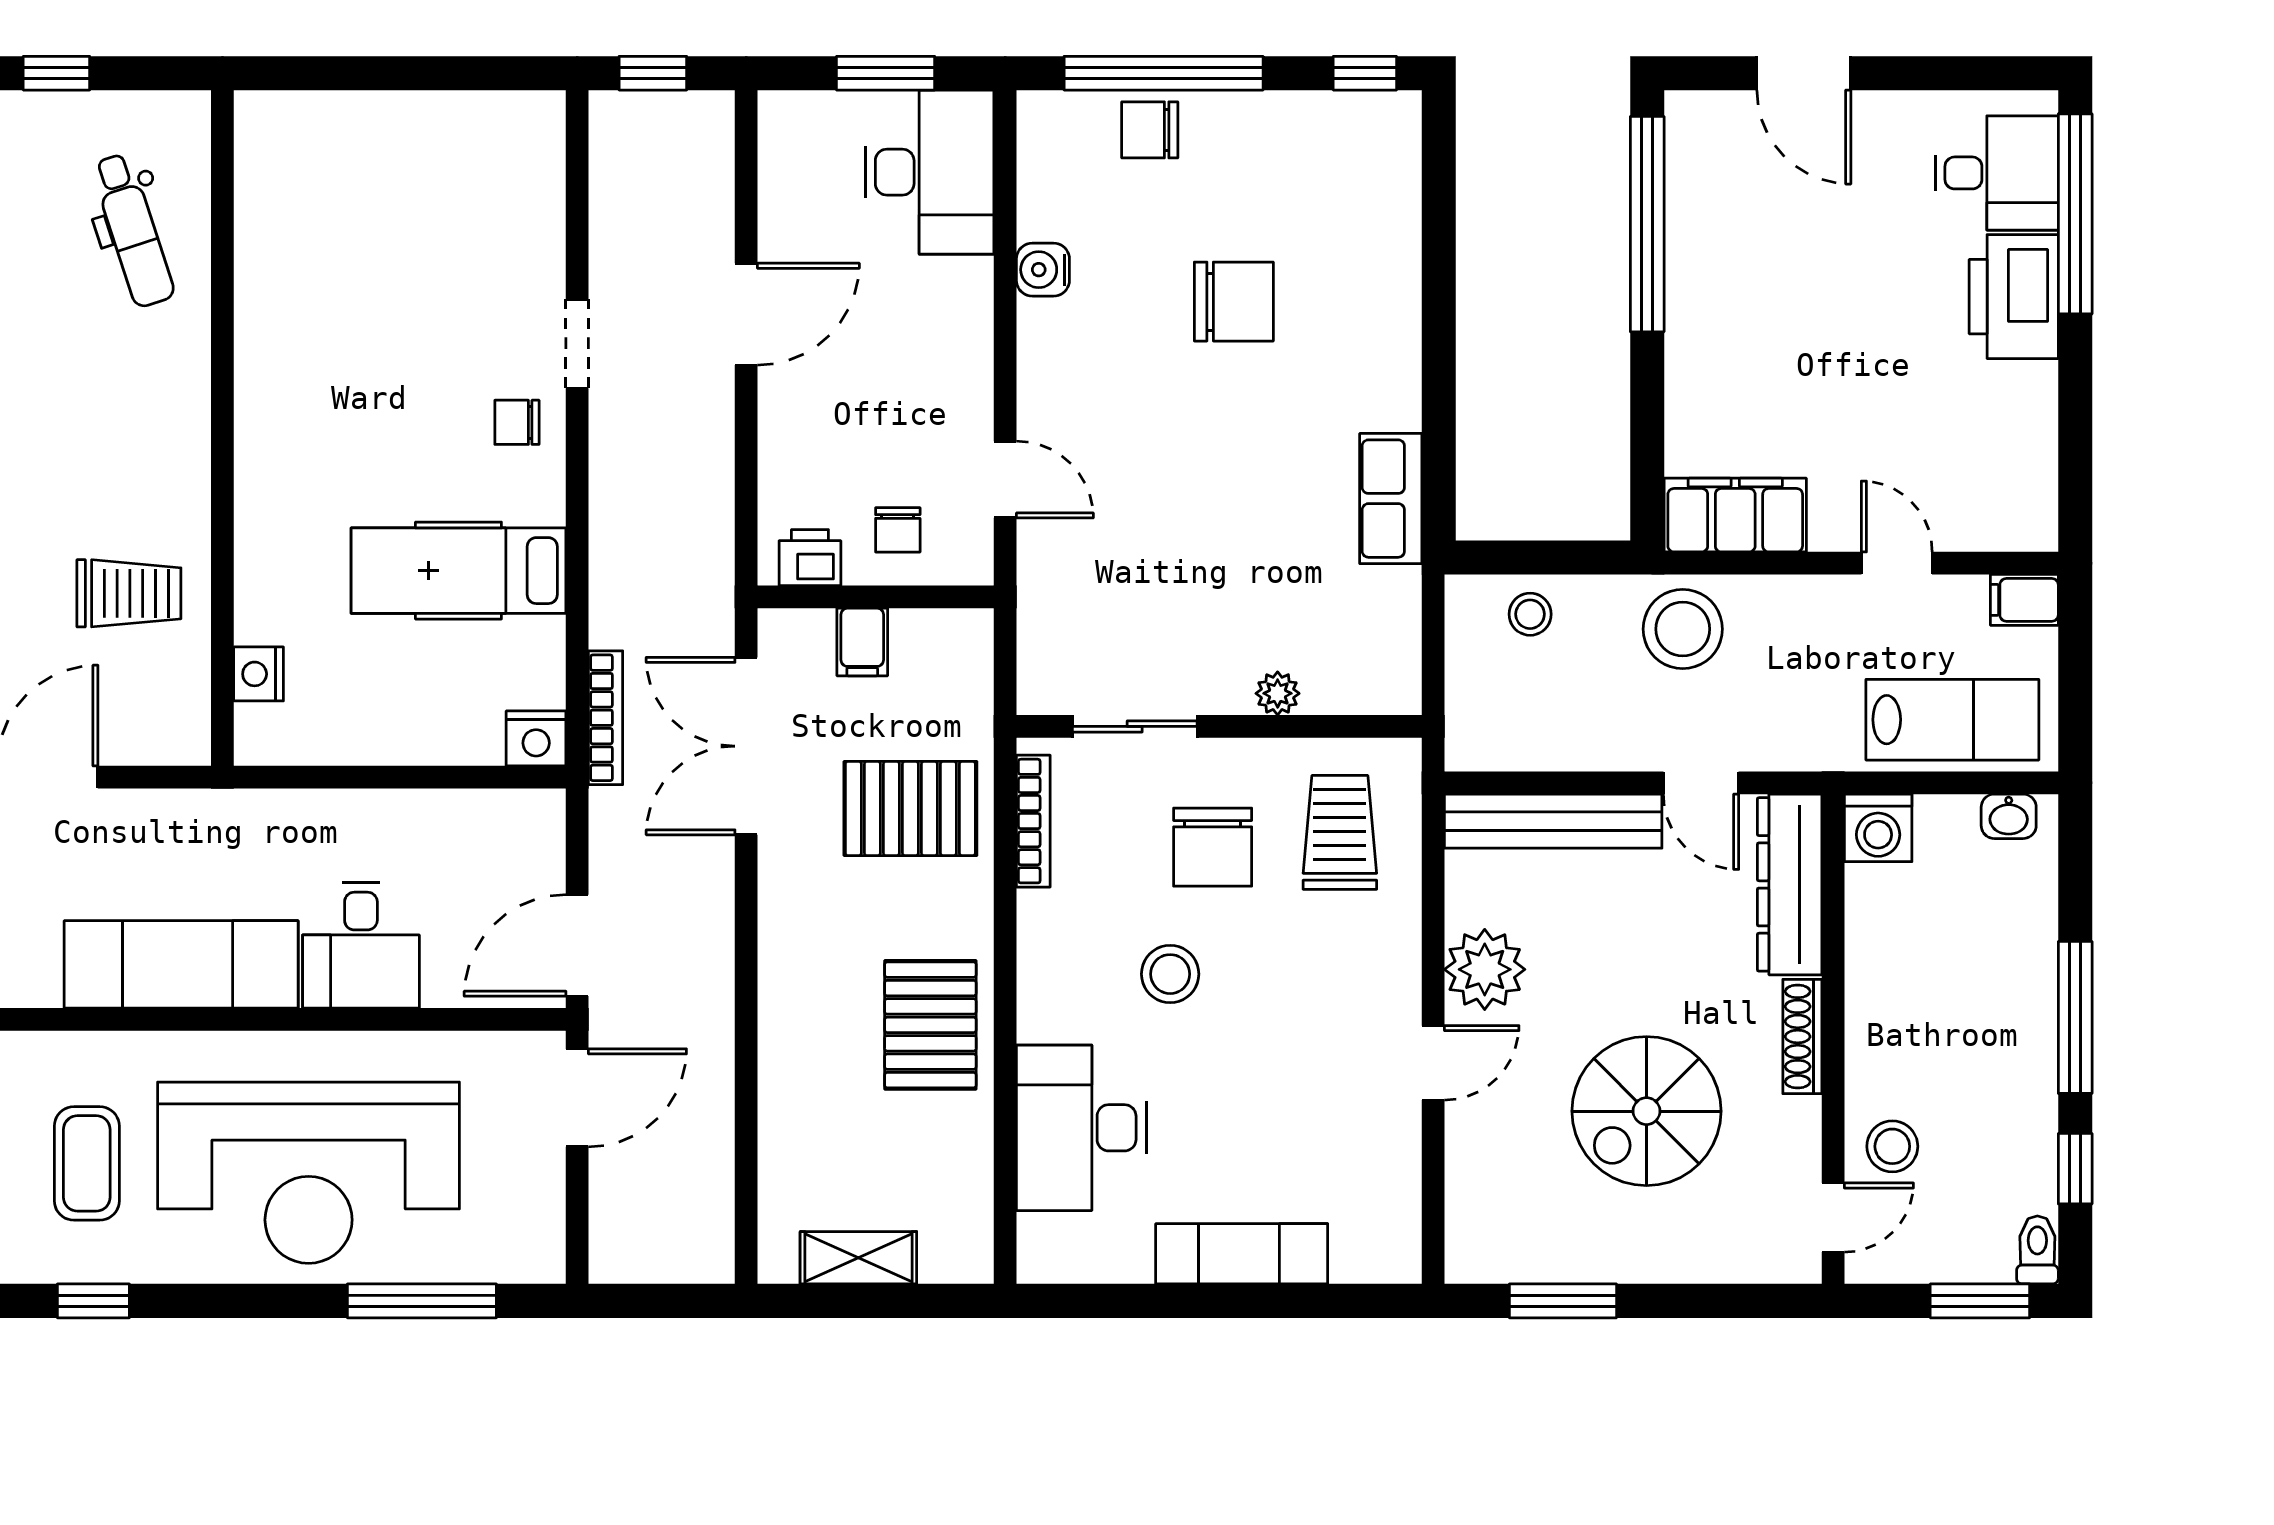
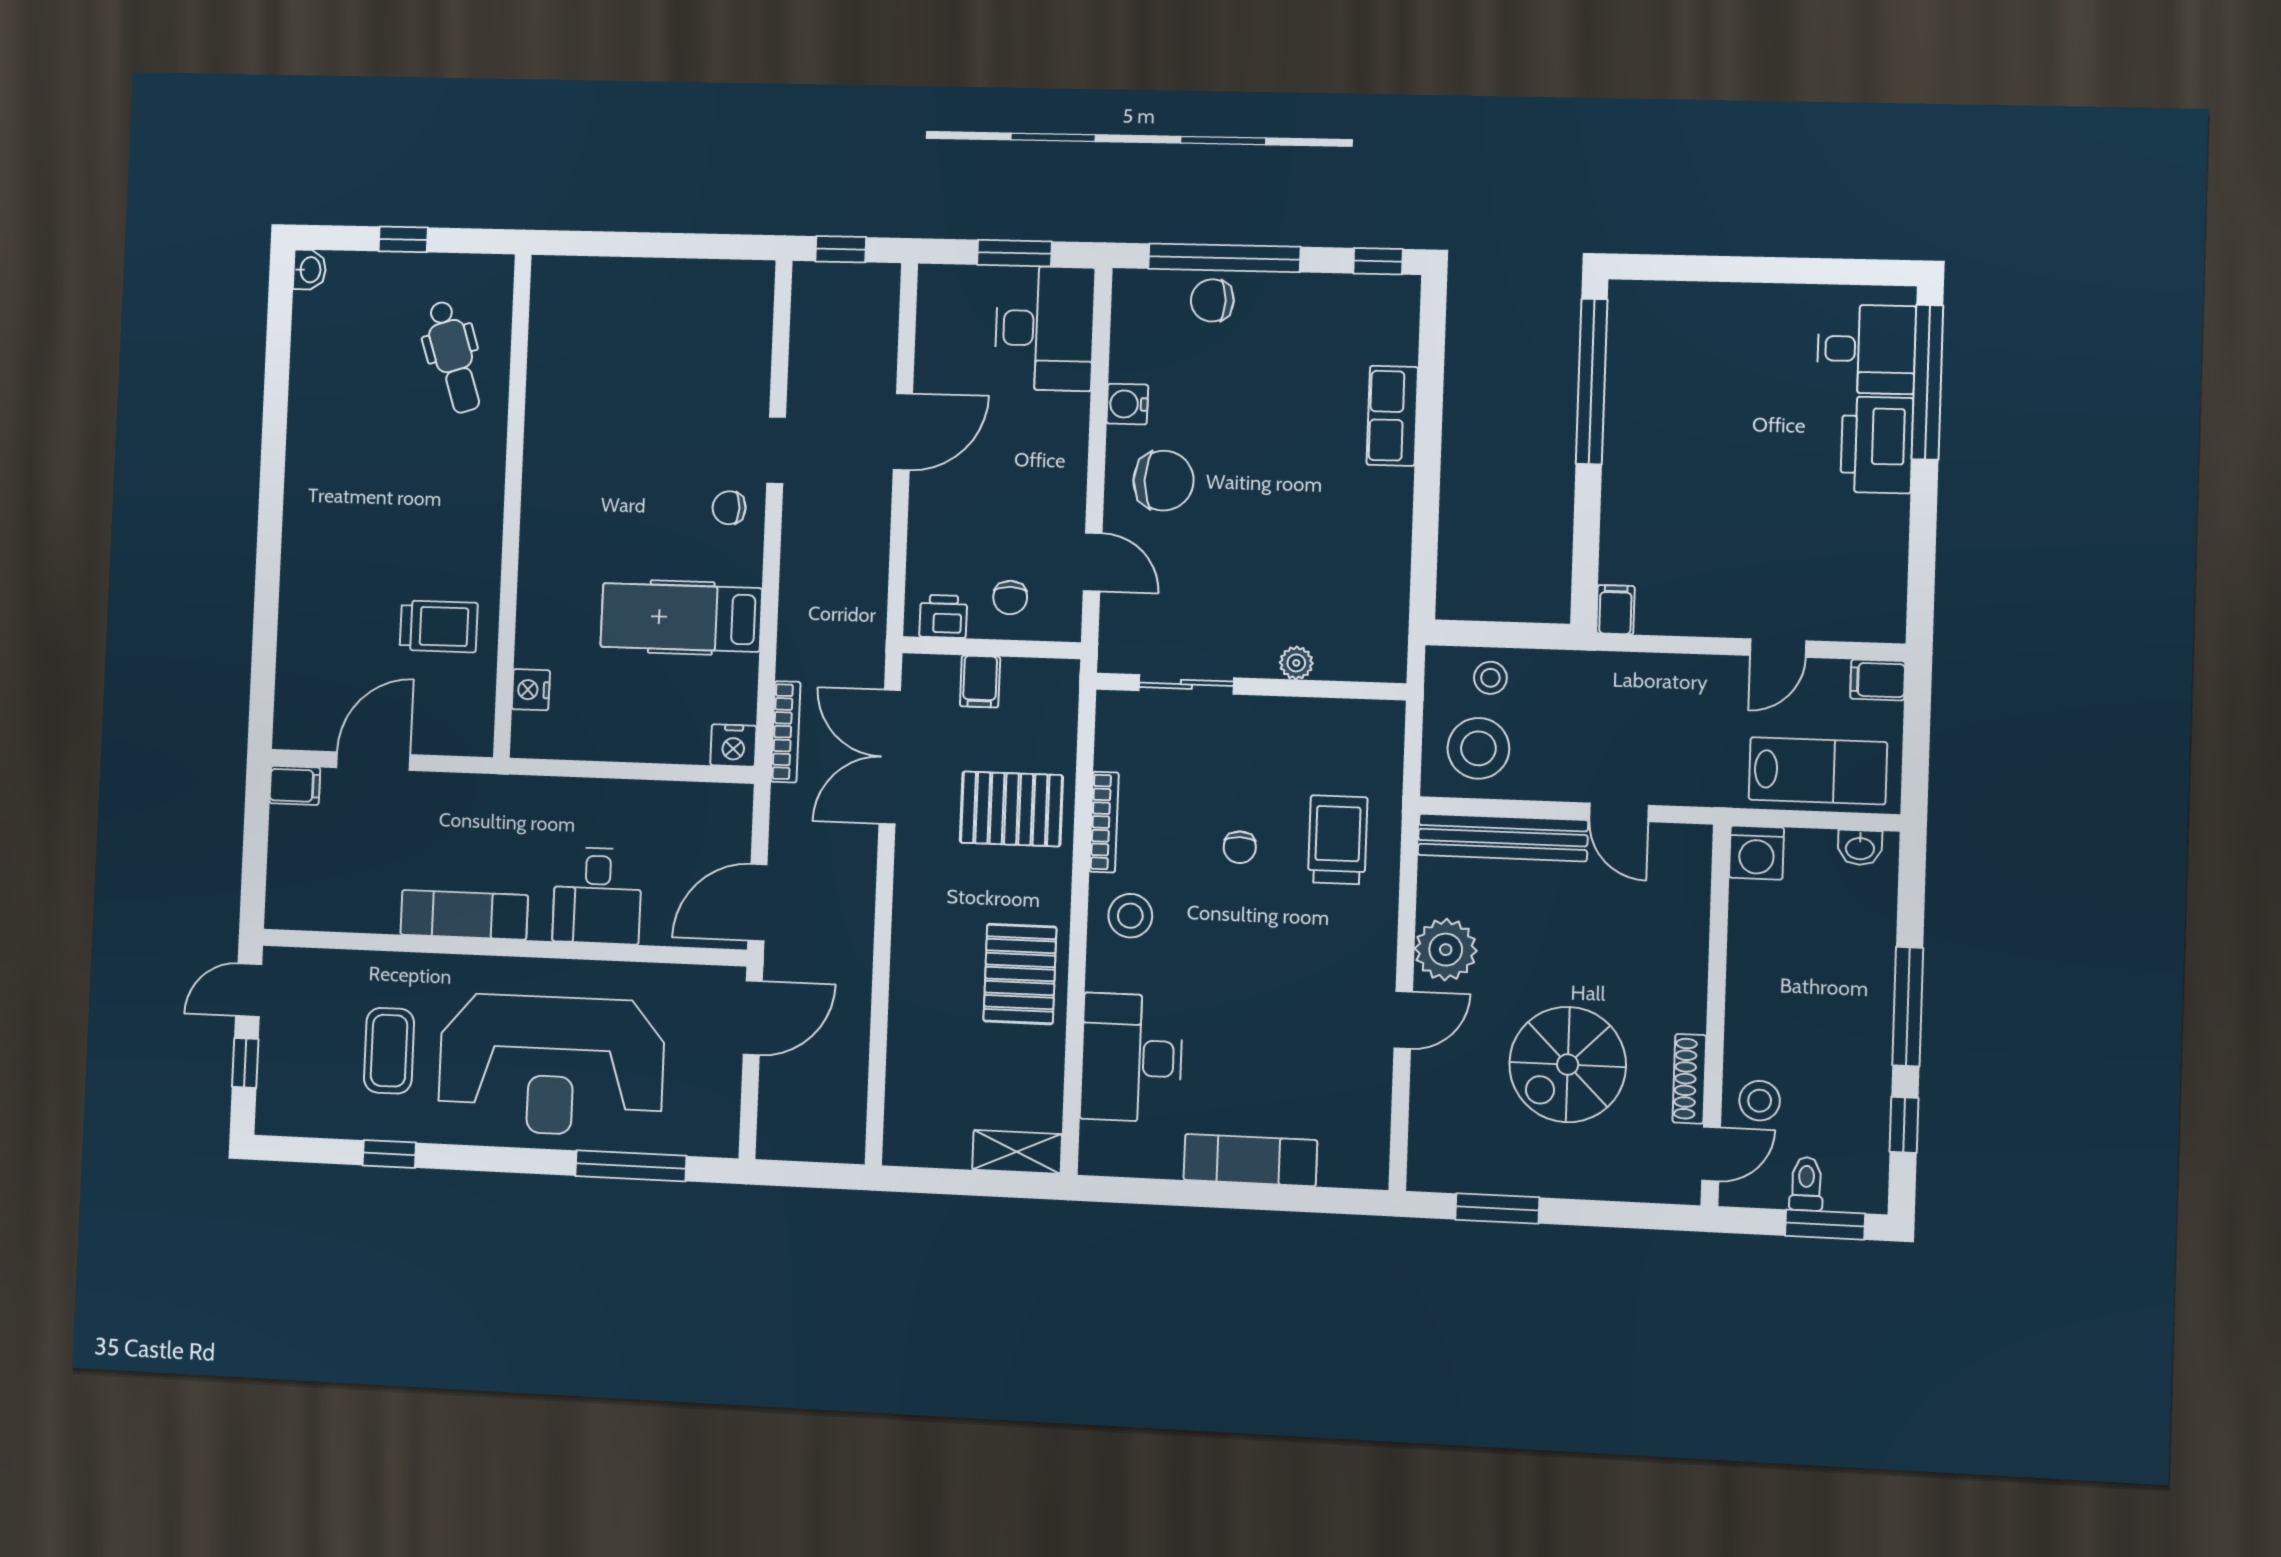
door: (1804, 73) -> (1718, 269), removed
chair: (1234, 302) -> (1163, 481), moved
row of seats: (1391, 499) -> (1392, 416), moved
filing cabinet: (1735, 515) -> (1615, 610), width x0.33, depth x0.86
door: (1897, 563) -> (1778, 648), swing flipped
stool: (1683, 629) -> (1478, 748), moved
plant: (1278, 693) -> (1296, 663), moved
sliding door: (1135, 726) -> (1186, 684), moved
wall: (1219, 726) -> (1251, 687), moved
chair: (1213, 847) -> (1240, 847), width x0.54, depth x0.54
dresser: (1790, 884) -> (1686, 894), removed
exam couch: (181, 964) -> (464, 915), width x0.73, depth x0.69
stool: (1170, 974) -> (1130, 916), moved
shoe rack: (1802, 1037) -> (1689, 1079), moved
toilet: (2037, 1250) -> (1806, 1184), moved
shelving: (858, 1258) -> (1017, 1152), moved

